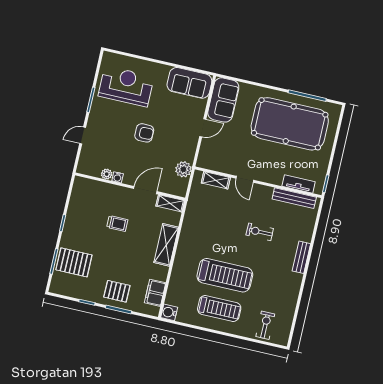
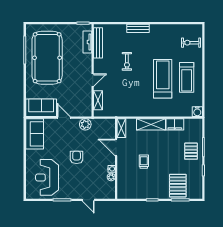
plant: (183, 169) -> (85, 124), moved
filing cabinet: (155, 293) -> (175, 124), moved
treadmill: (219, 308) -> (187, 77), turned 180

